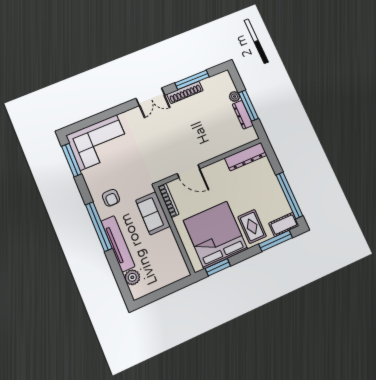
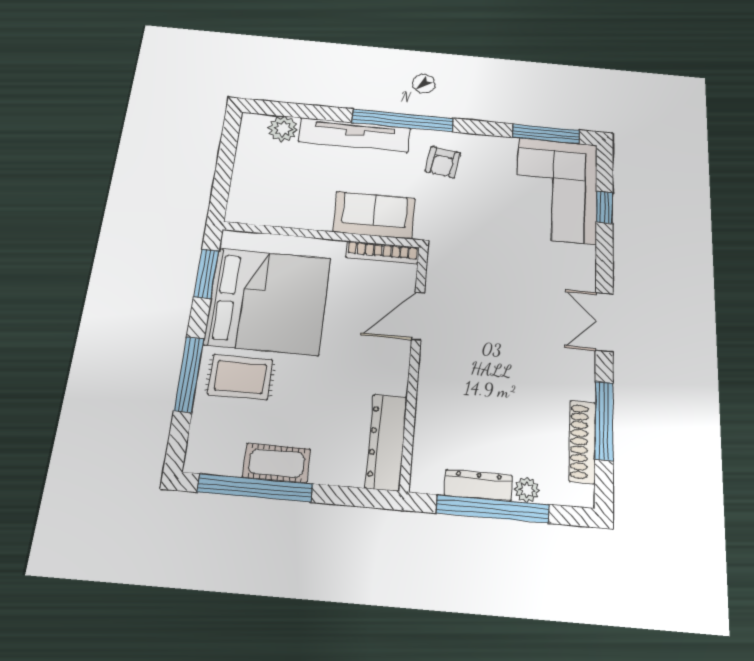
shoe rack: (185, 92) -> (583, 442), moved
window: (248, 106) -> (493, 509), width x1.46
window: (96, 119) -> (605, 207), added
armchair: (111, 198) -> (443, 162), turned -81
cot: (284, 225) -> (277, 463), moved, turned 90
window: (276, 241) -> (189, 374), moved

